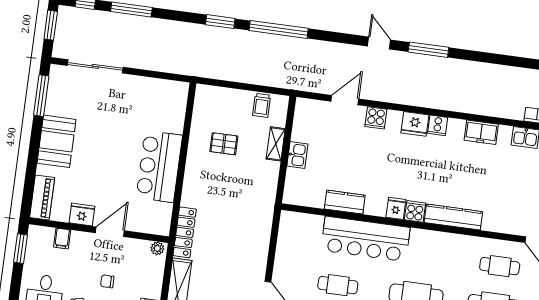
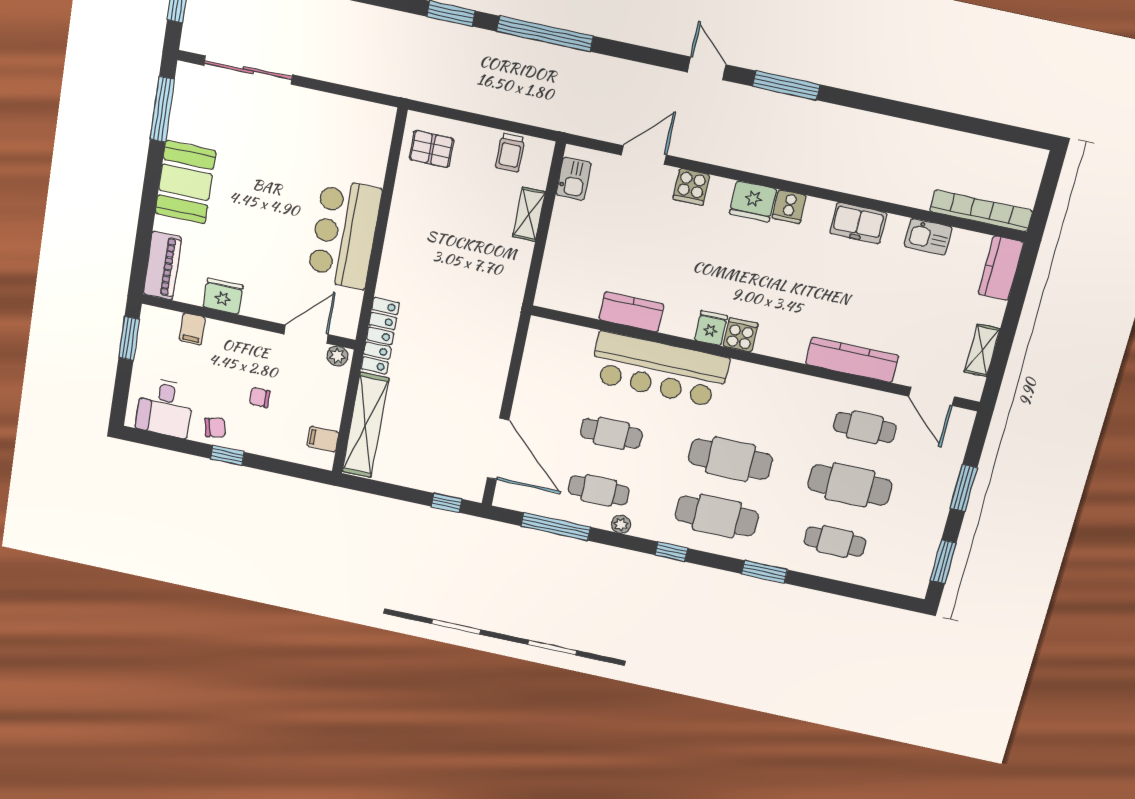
pallet: (224, 144) -> (432, 149), moved
kitchen sink: (297, 155) -> (574, 179), moved
kitchen counter: (453, 217) -> (852, 360), moved
door: (110, 232) -> (306, 334), moved

